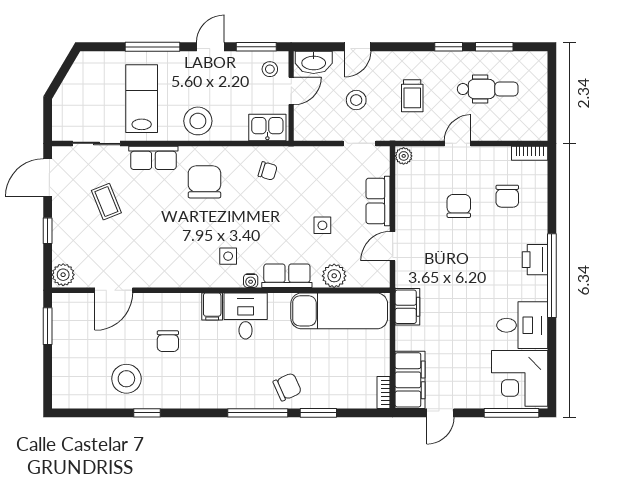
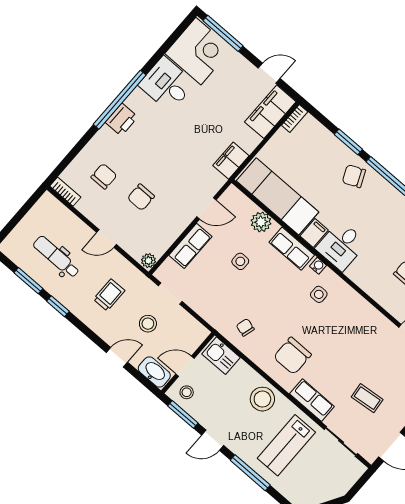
coffee table: (106, 202) -> (367, 398), turned -74
filing cabinet: (212, 306) -> (314, 233), moved

